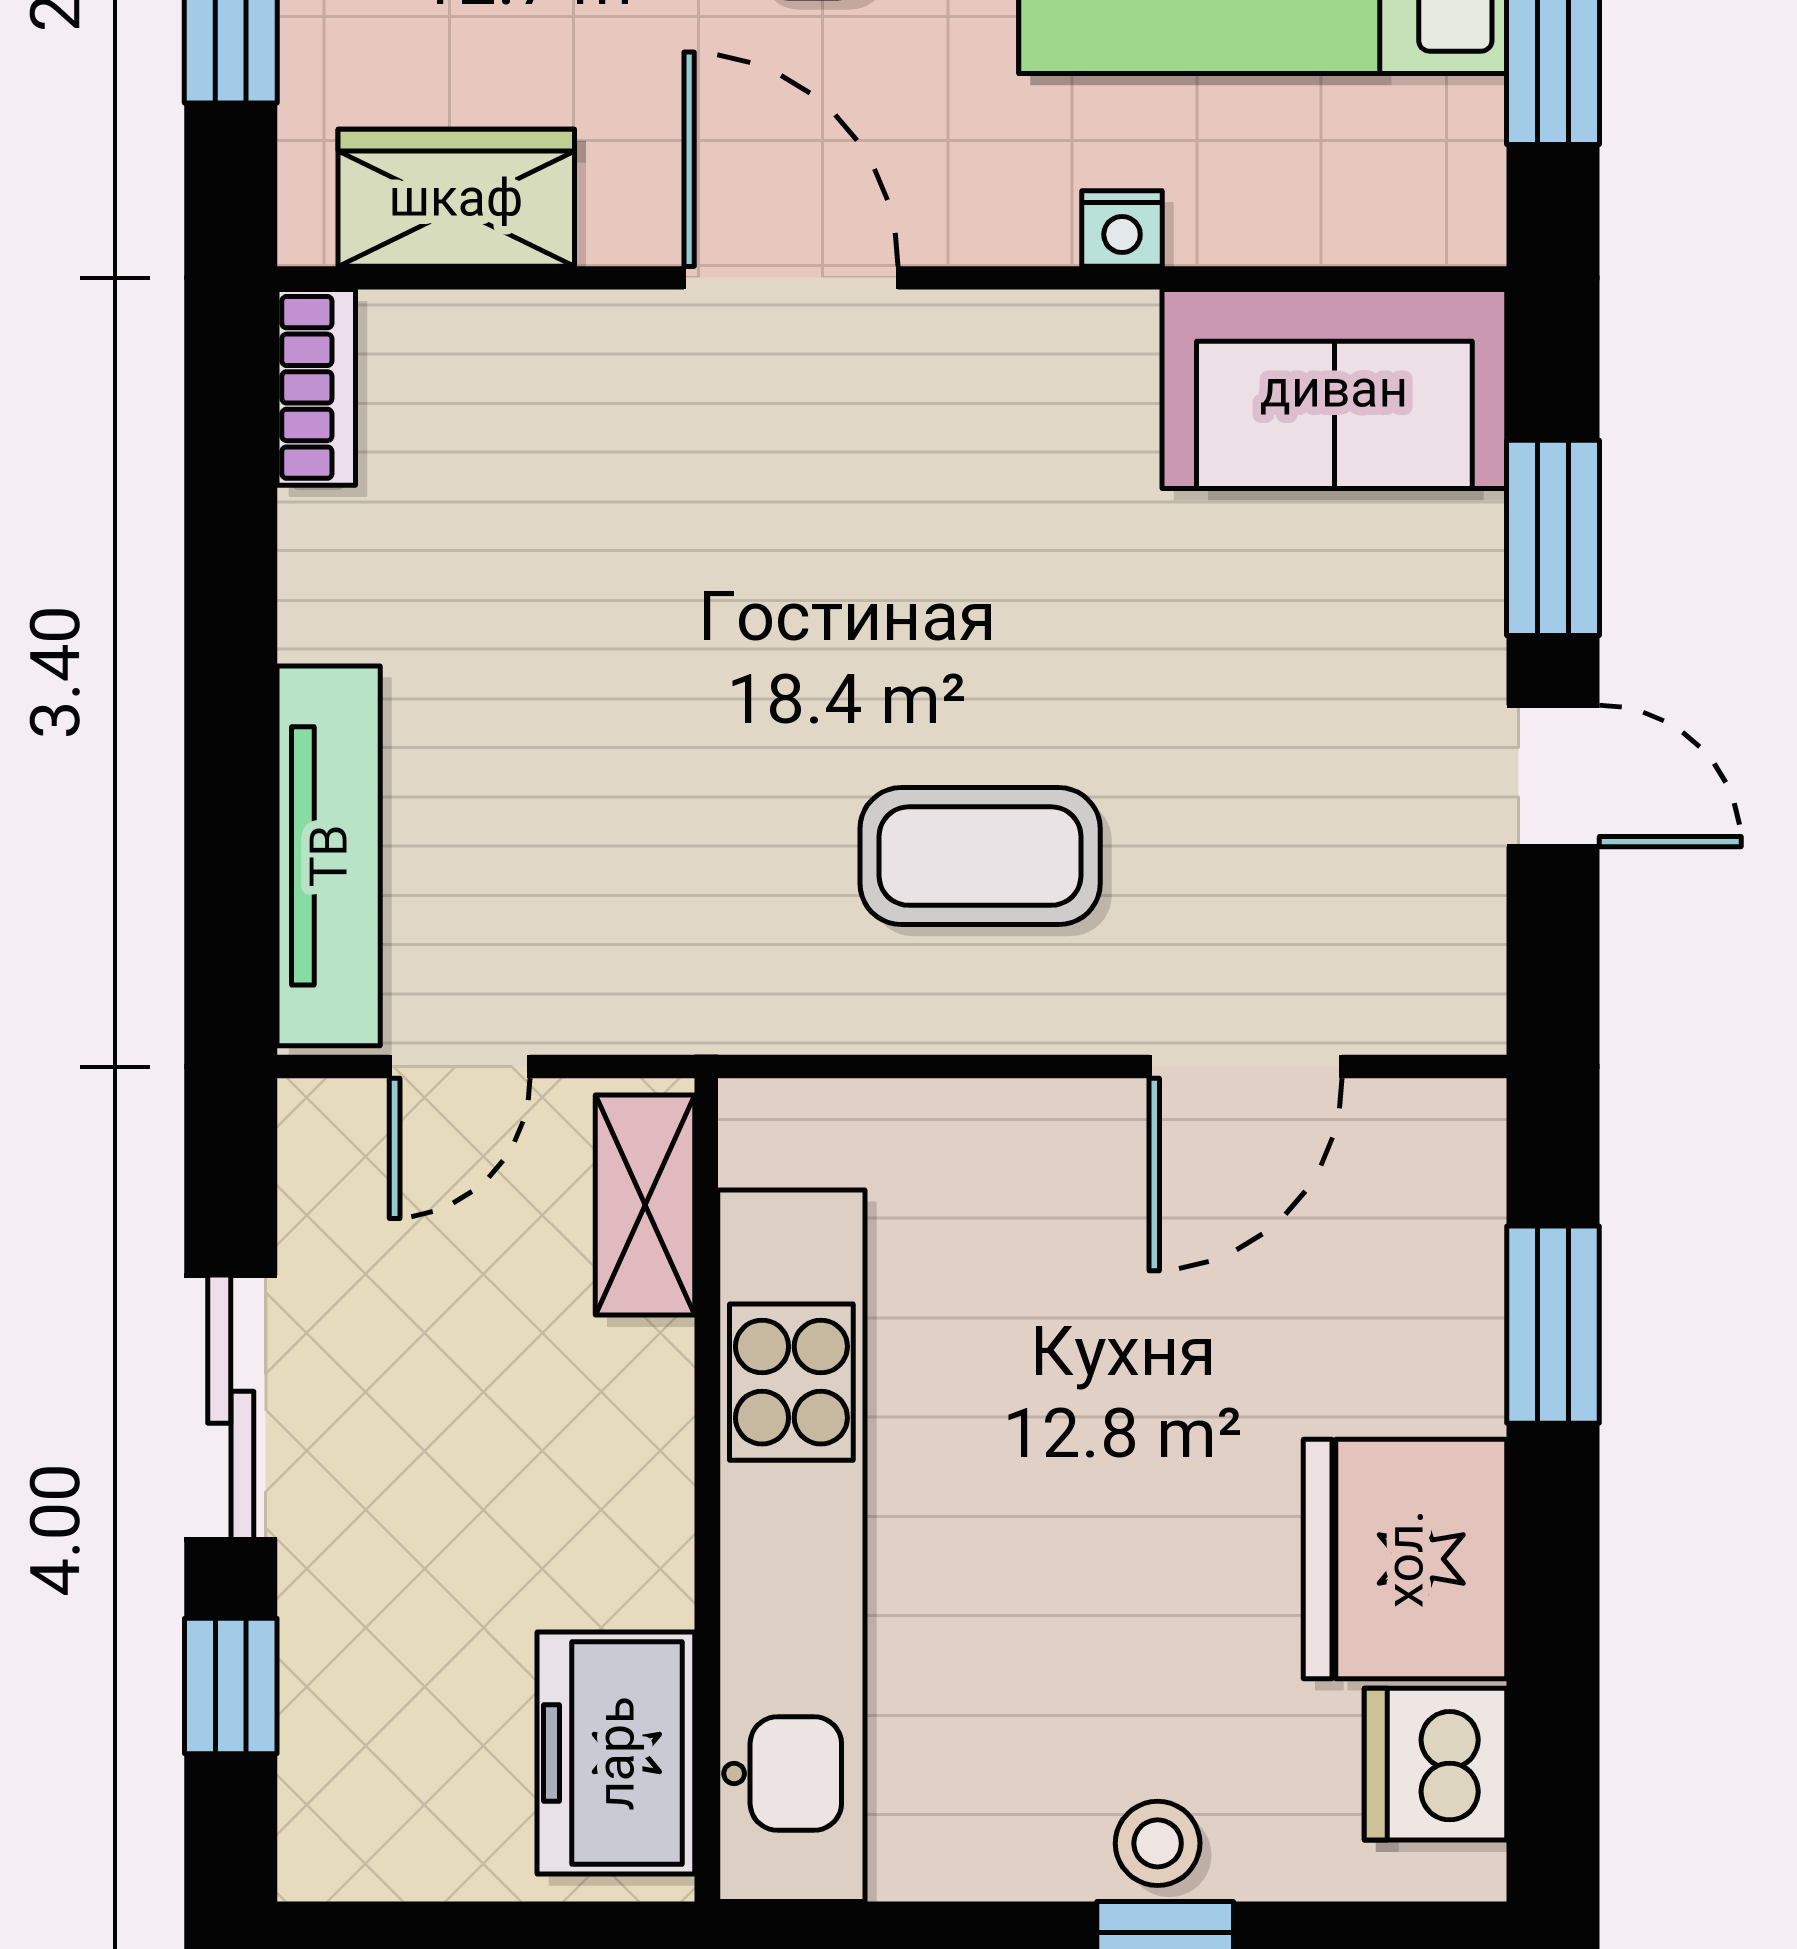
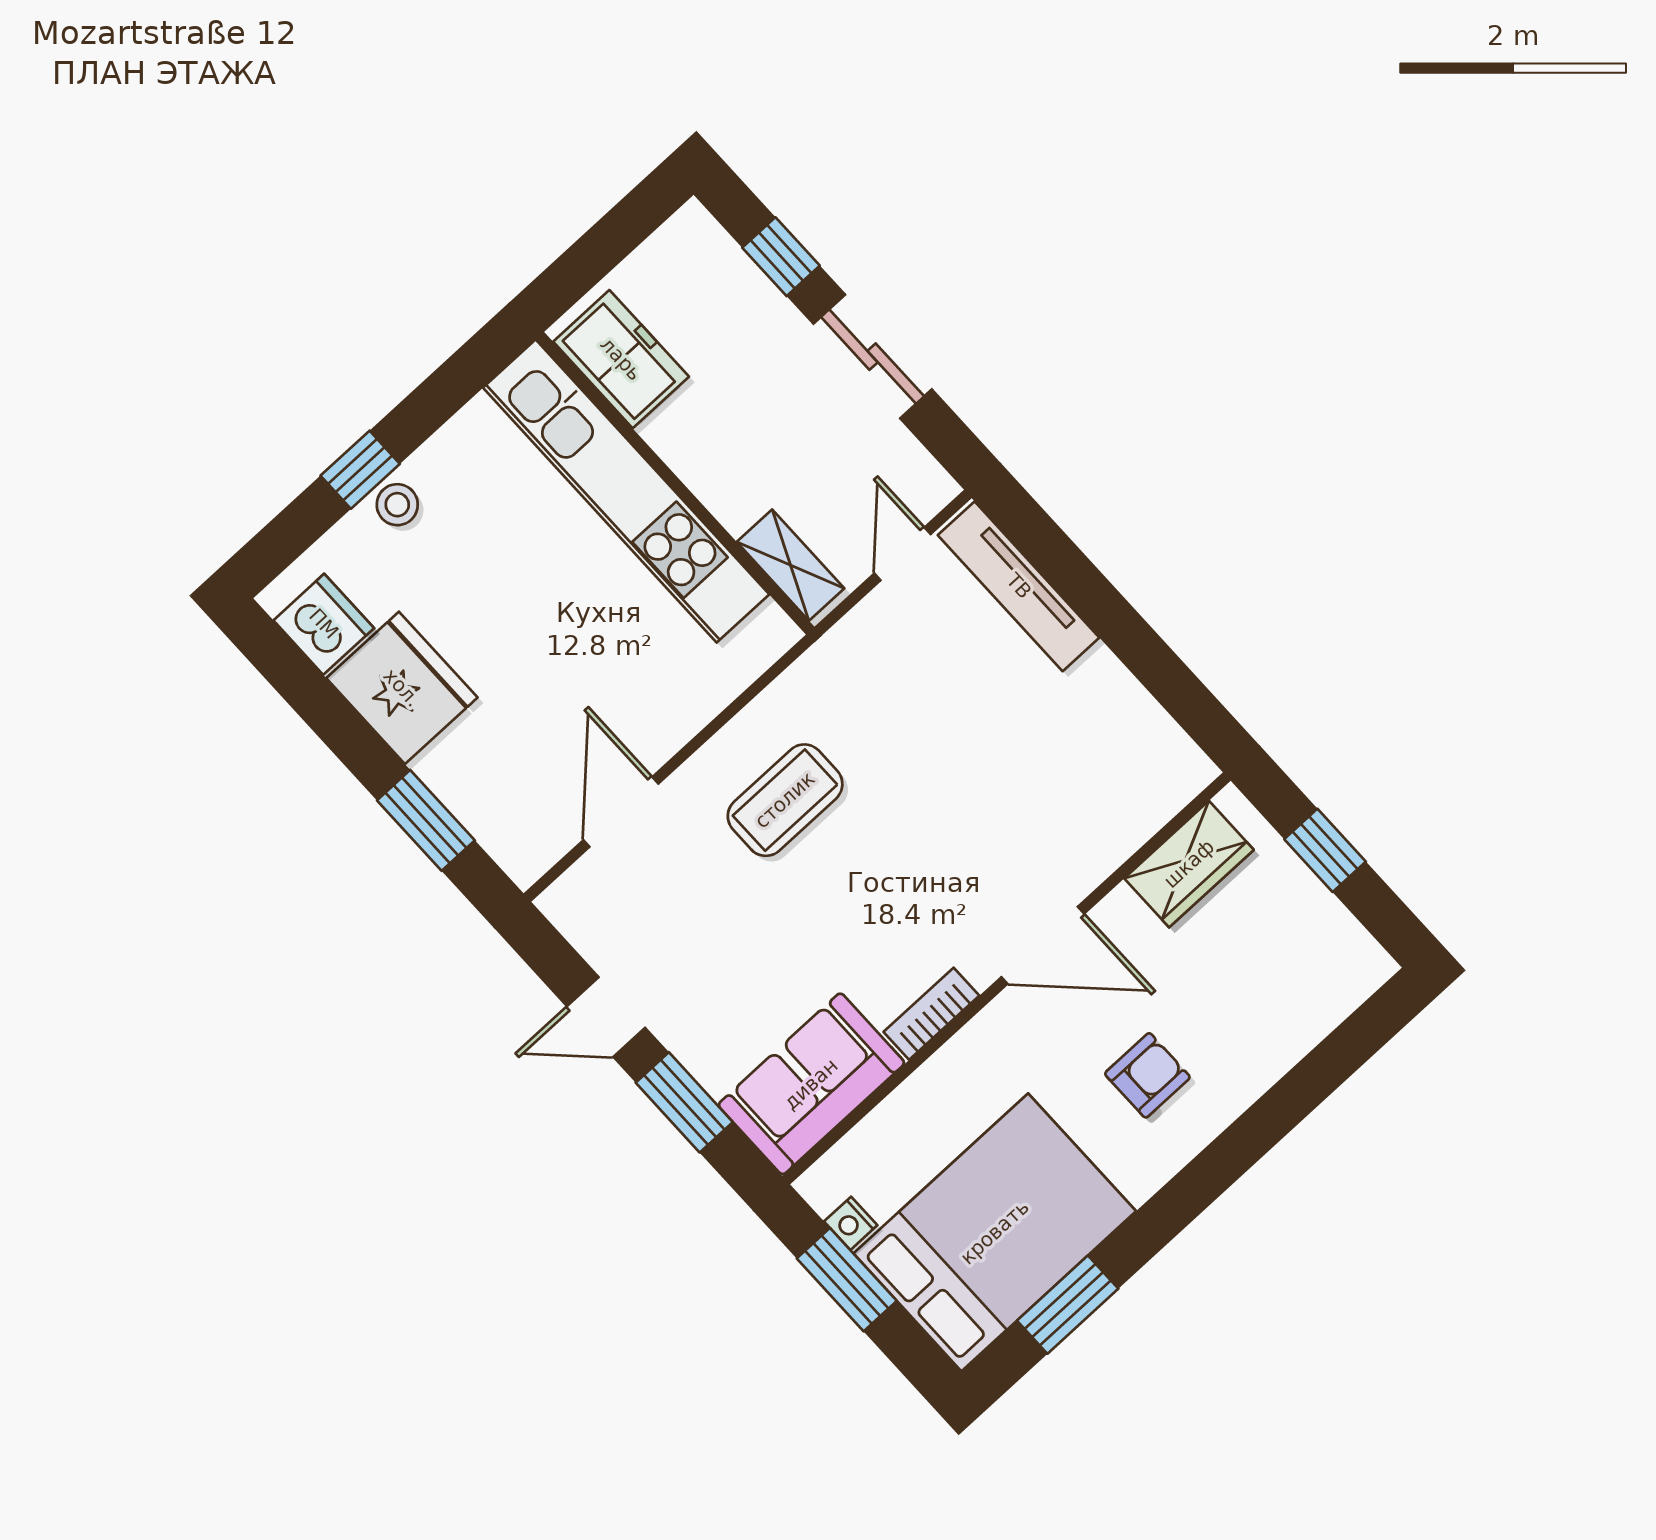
nightstand: (1122, 228) -> (851, 1223), moved, turned -90
bookcase: (316, 387) -> (931, 1014), moved, turned 90

